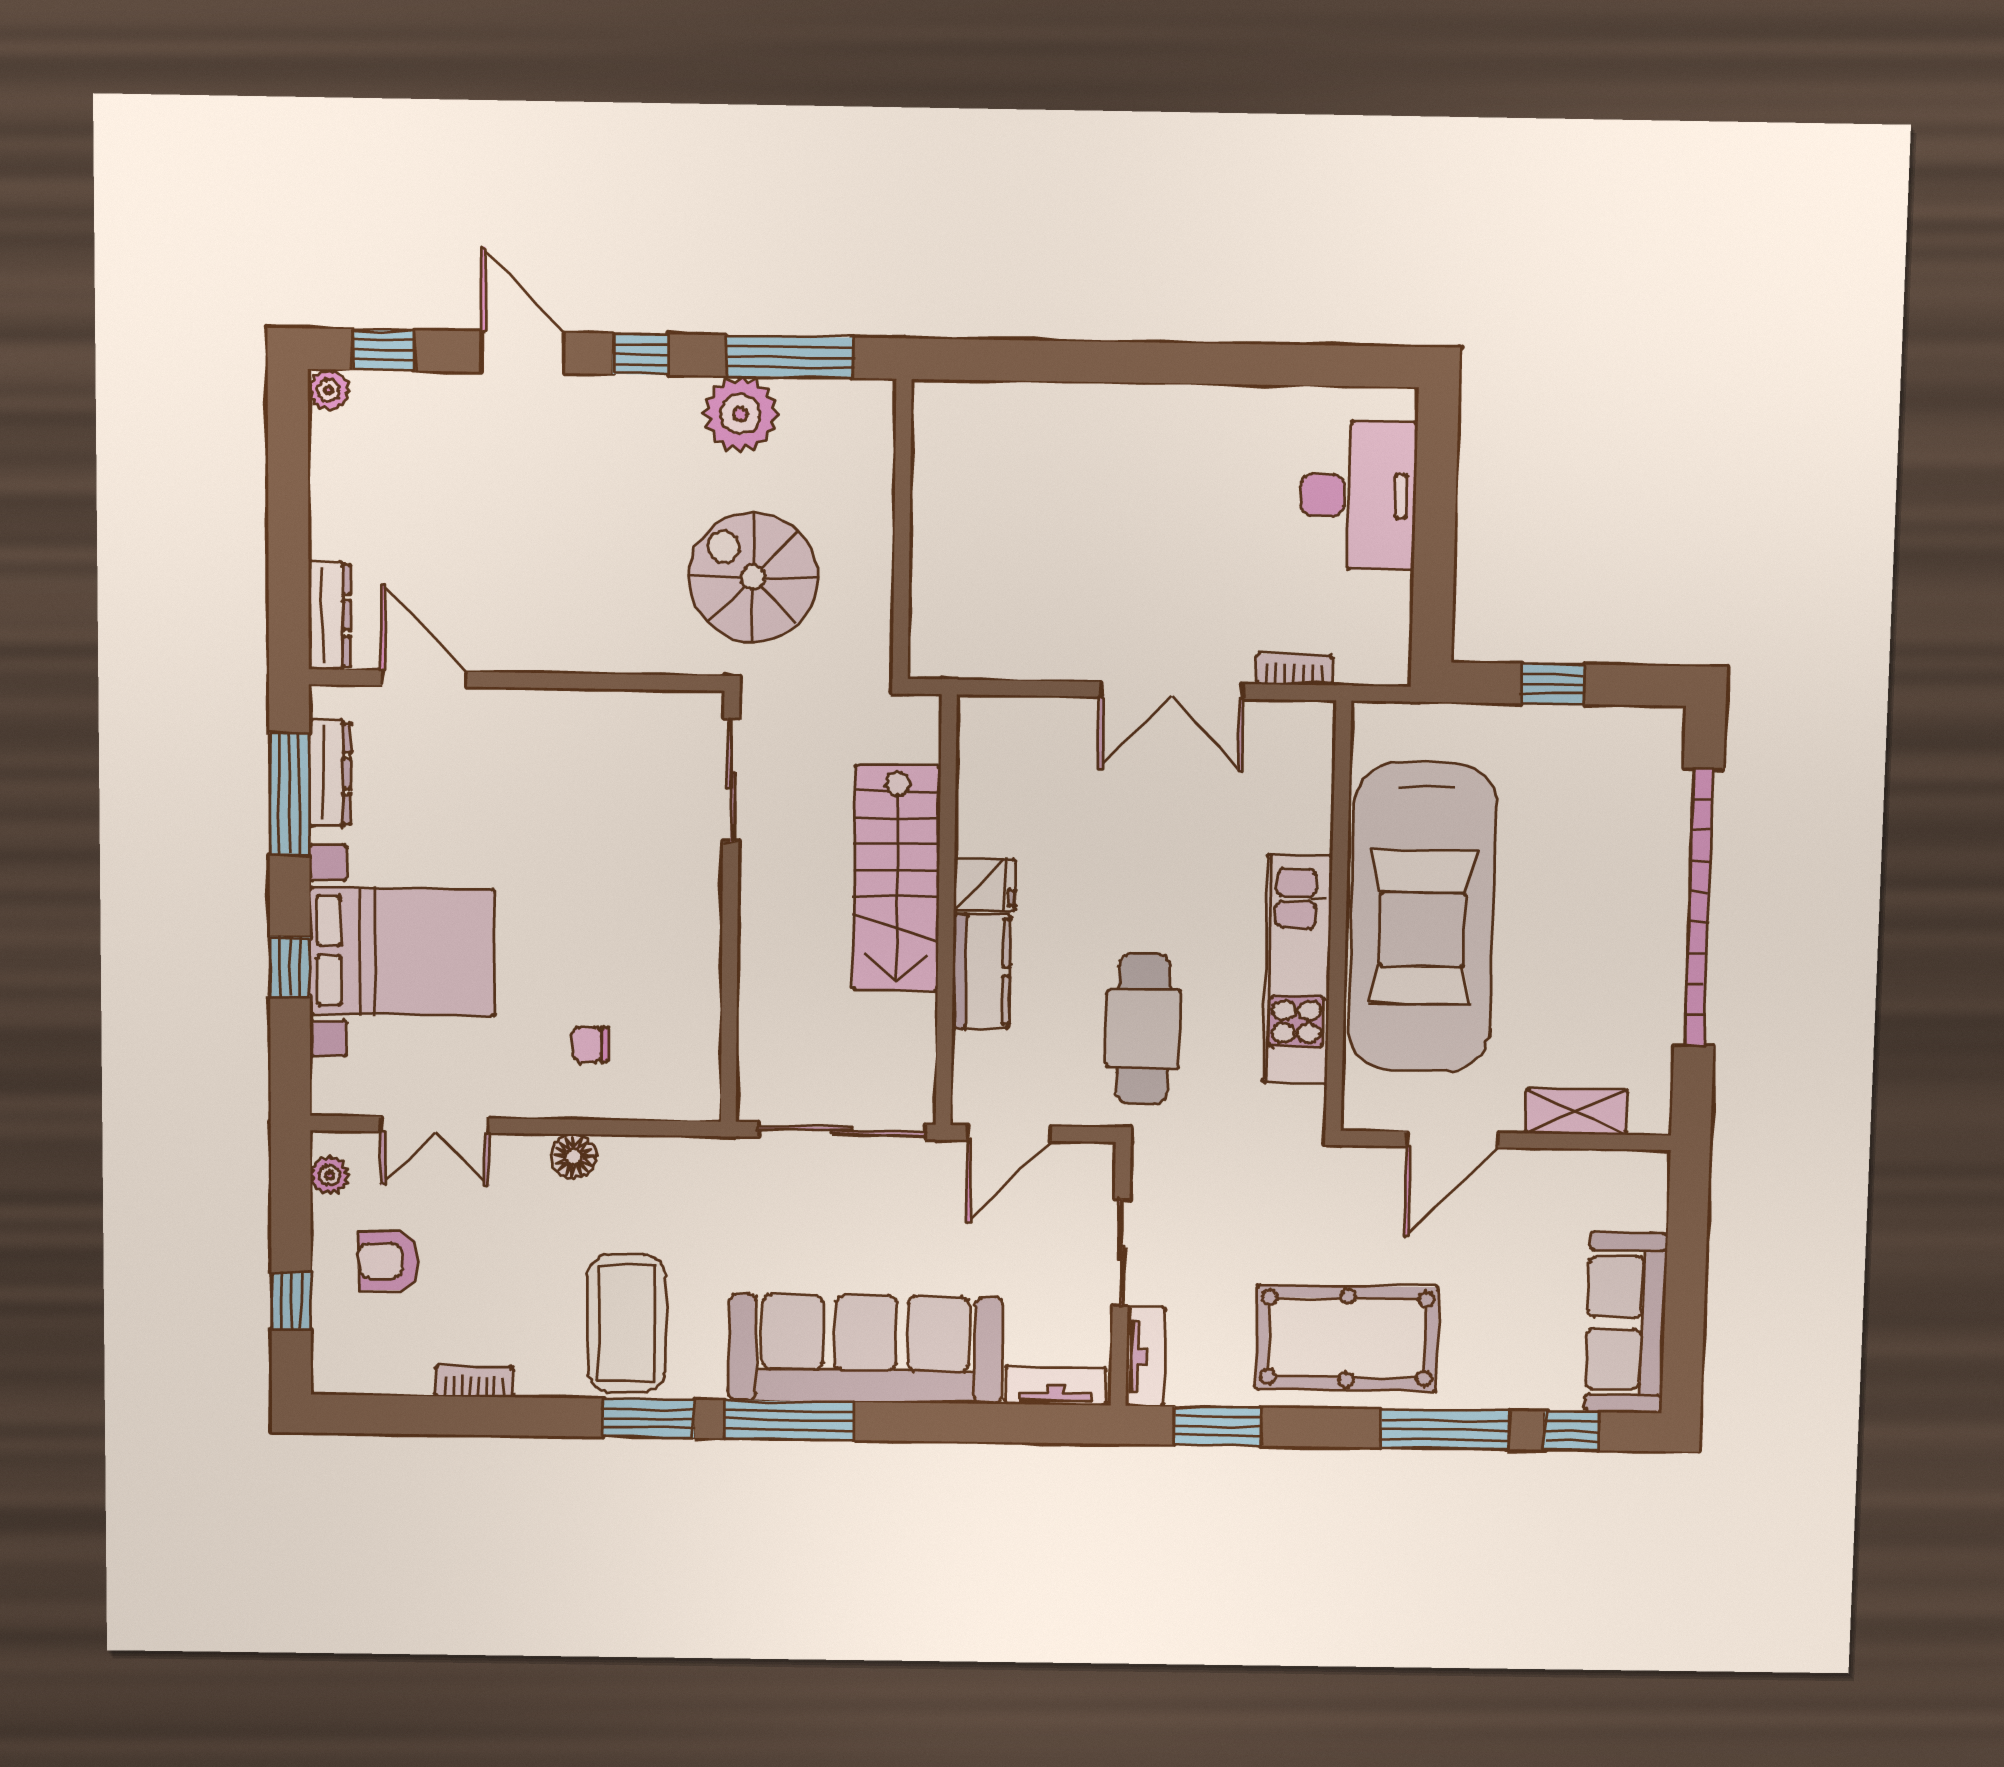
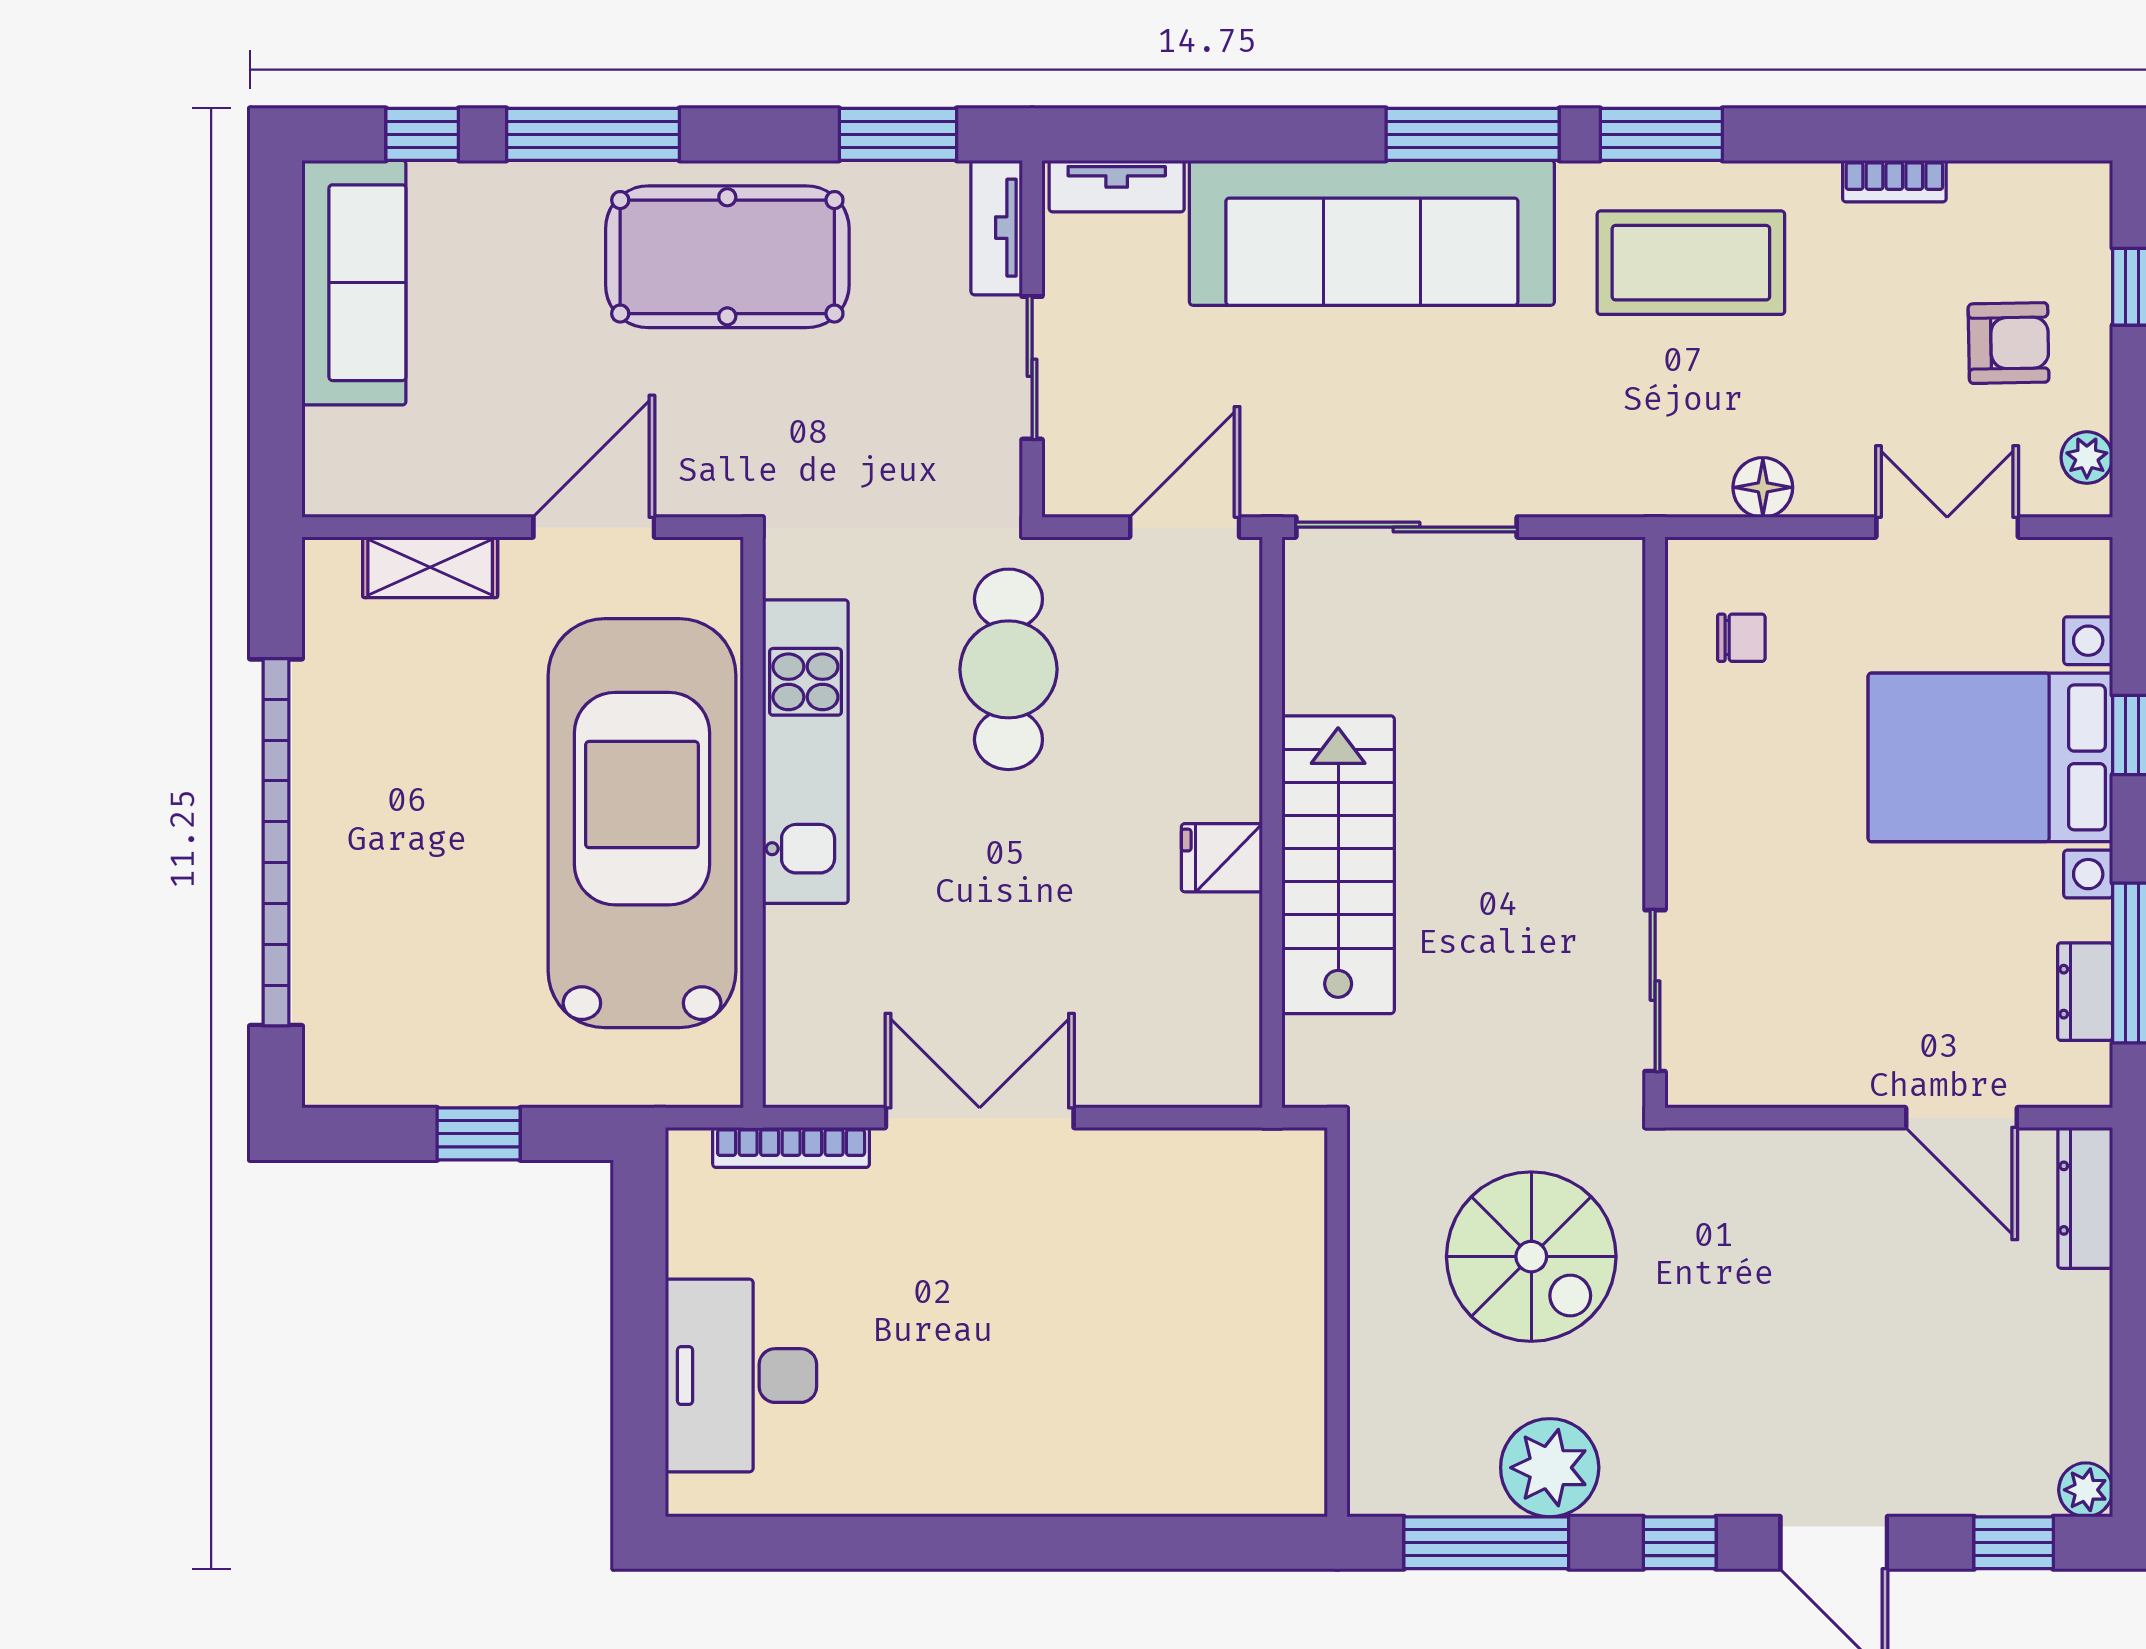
bookcase: (1294, 670) -> (791, 1147), width x1.56
dresser: (330, 773) -> (2085, 992), width x0.70
sliding door: (731, 780) -> (1655, 991), moved
wall: (730, 908) -> (1655, 822), moved
kitchen counter: (981, 971) -> (1225, 743), removed
coffee table: (627, 1324) -> (1691, 263), turned 90

